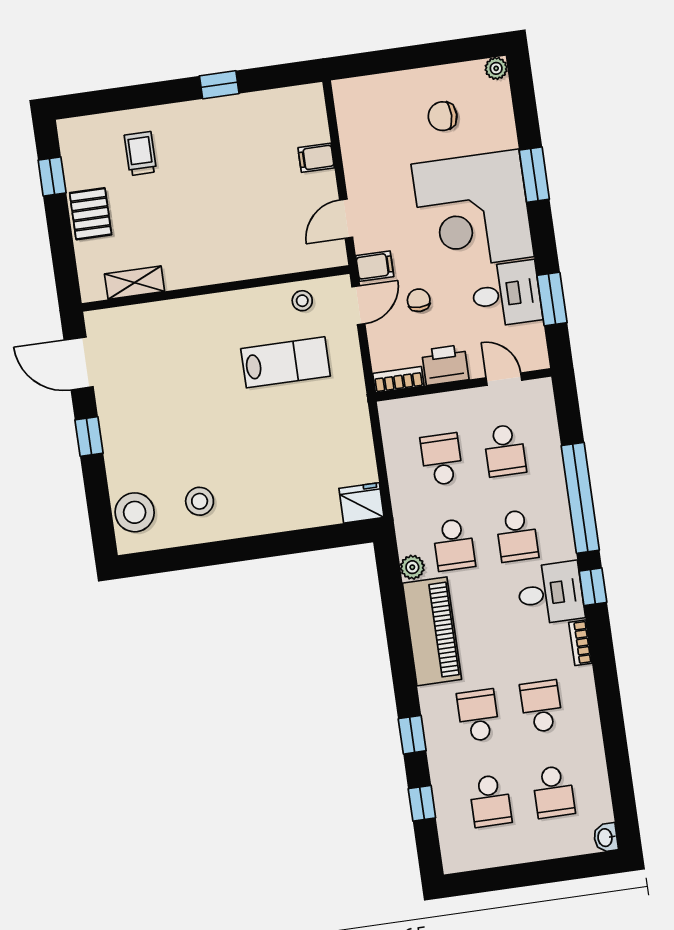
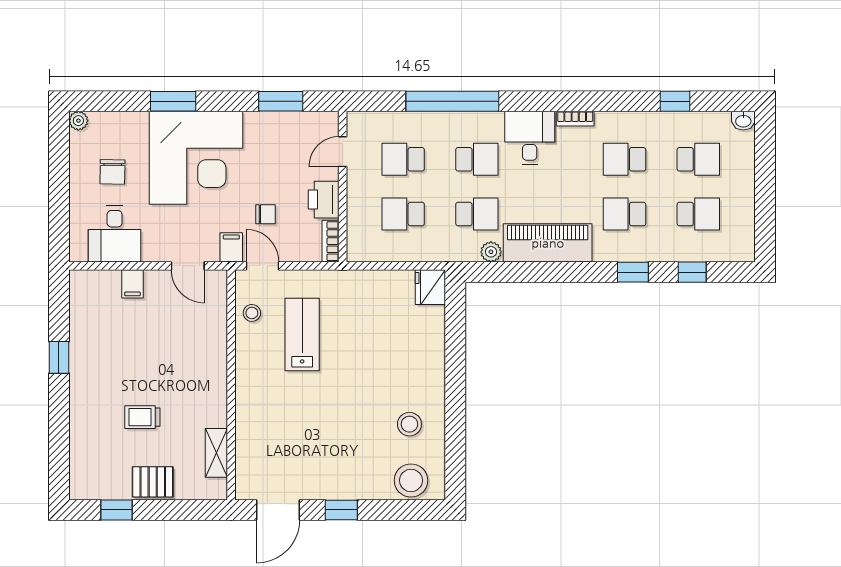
trolley: (140, 154) -> (142, 417), moved
desk: (506, 294) -> (115, 234), moved, turned 180
chair: (419, 300) -> (266, 214), turned 180
school desk: (505, 450) -> (403, 159), turned 180
window: (593, 587) -> (675, 101), moved

